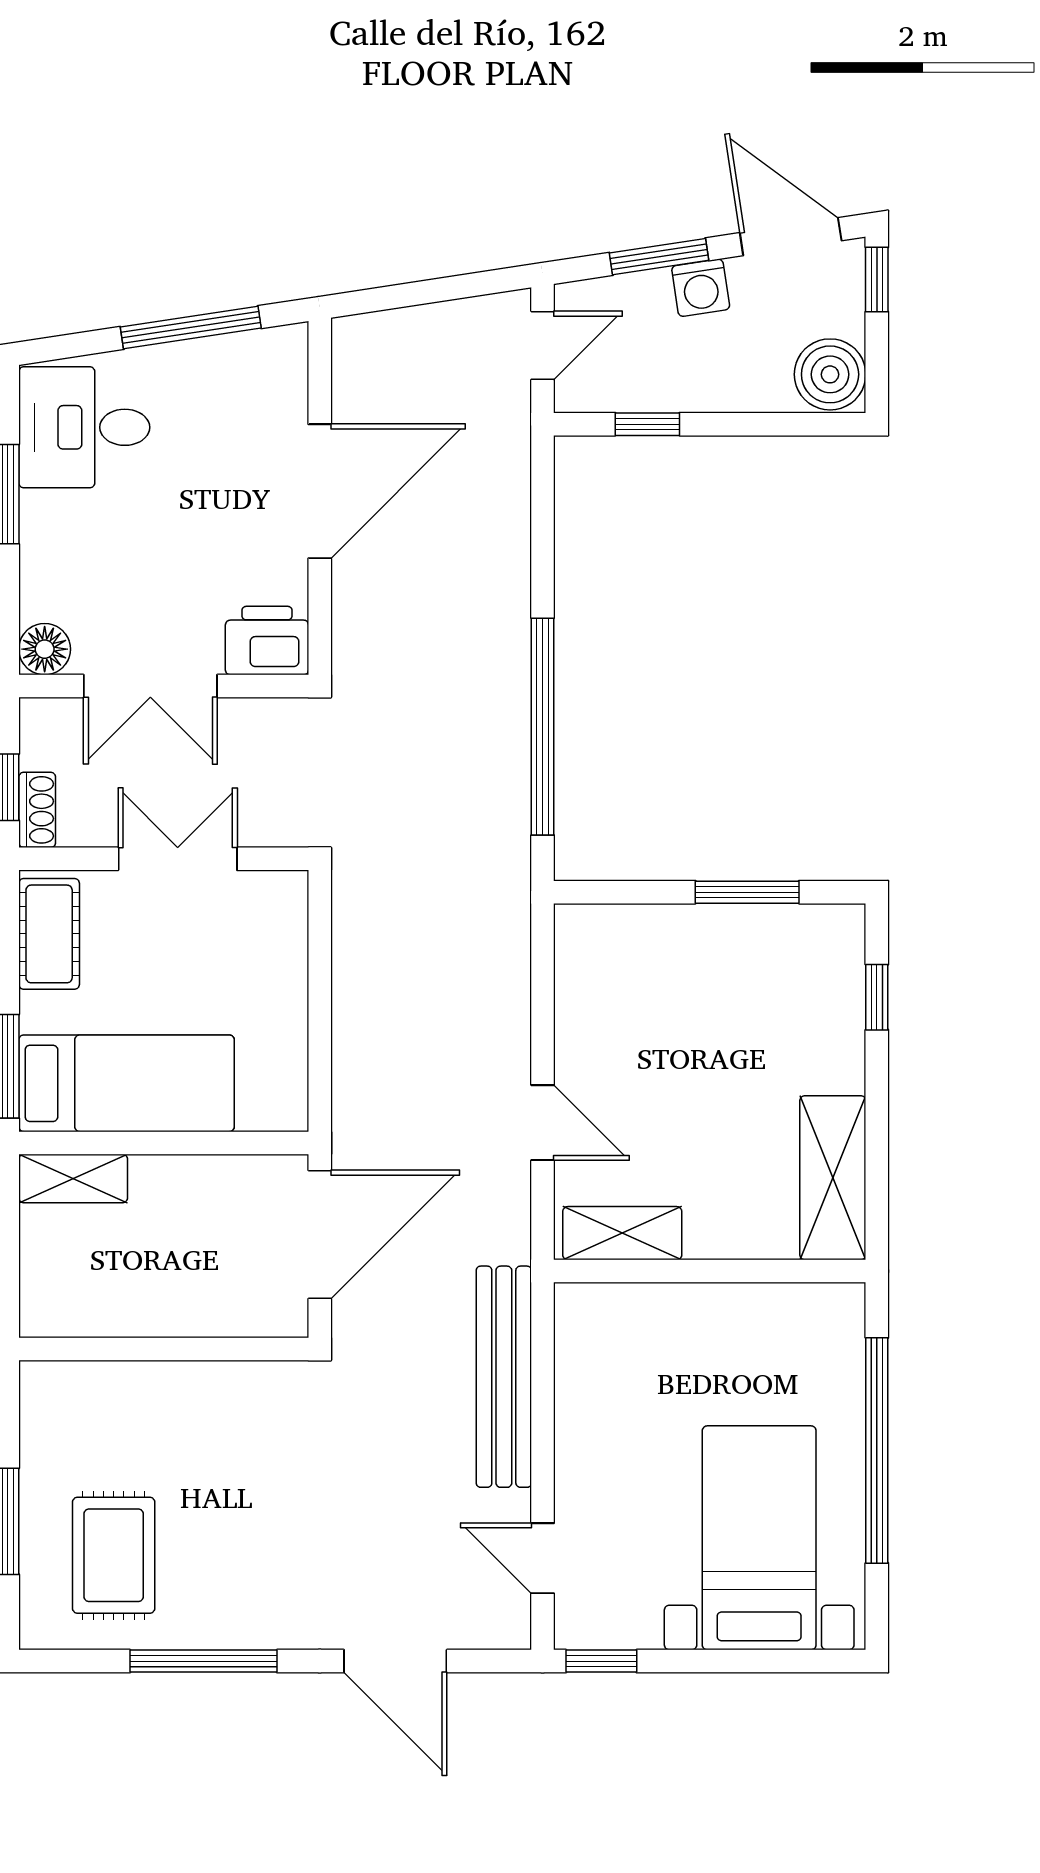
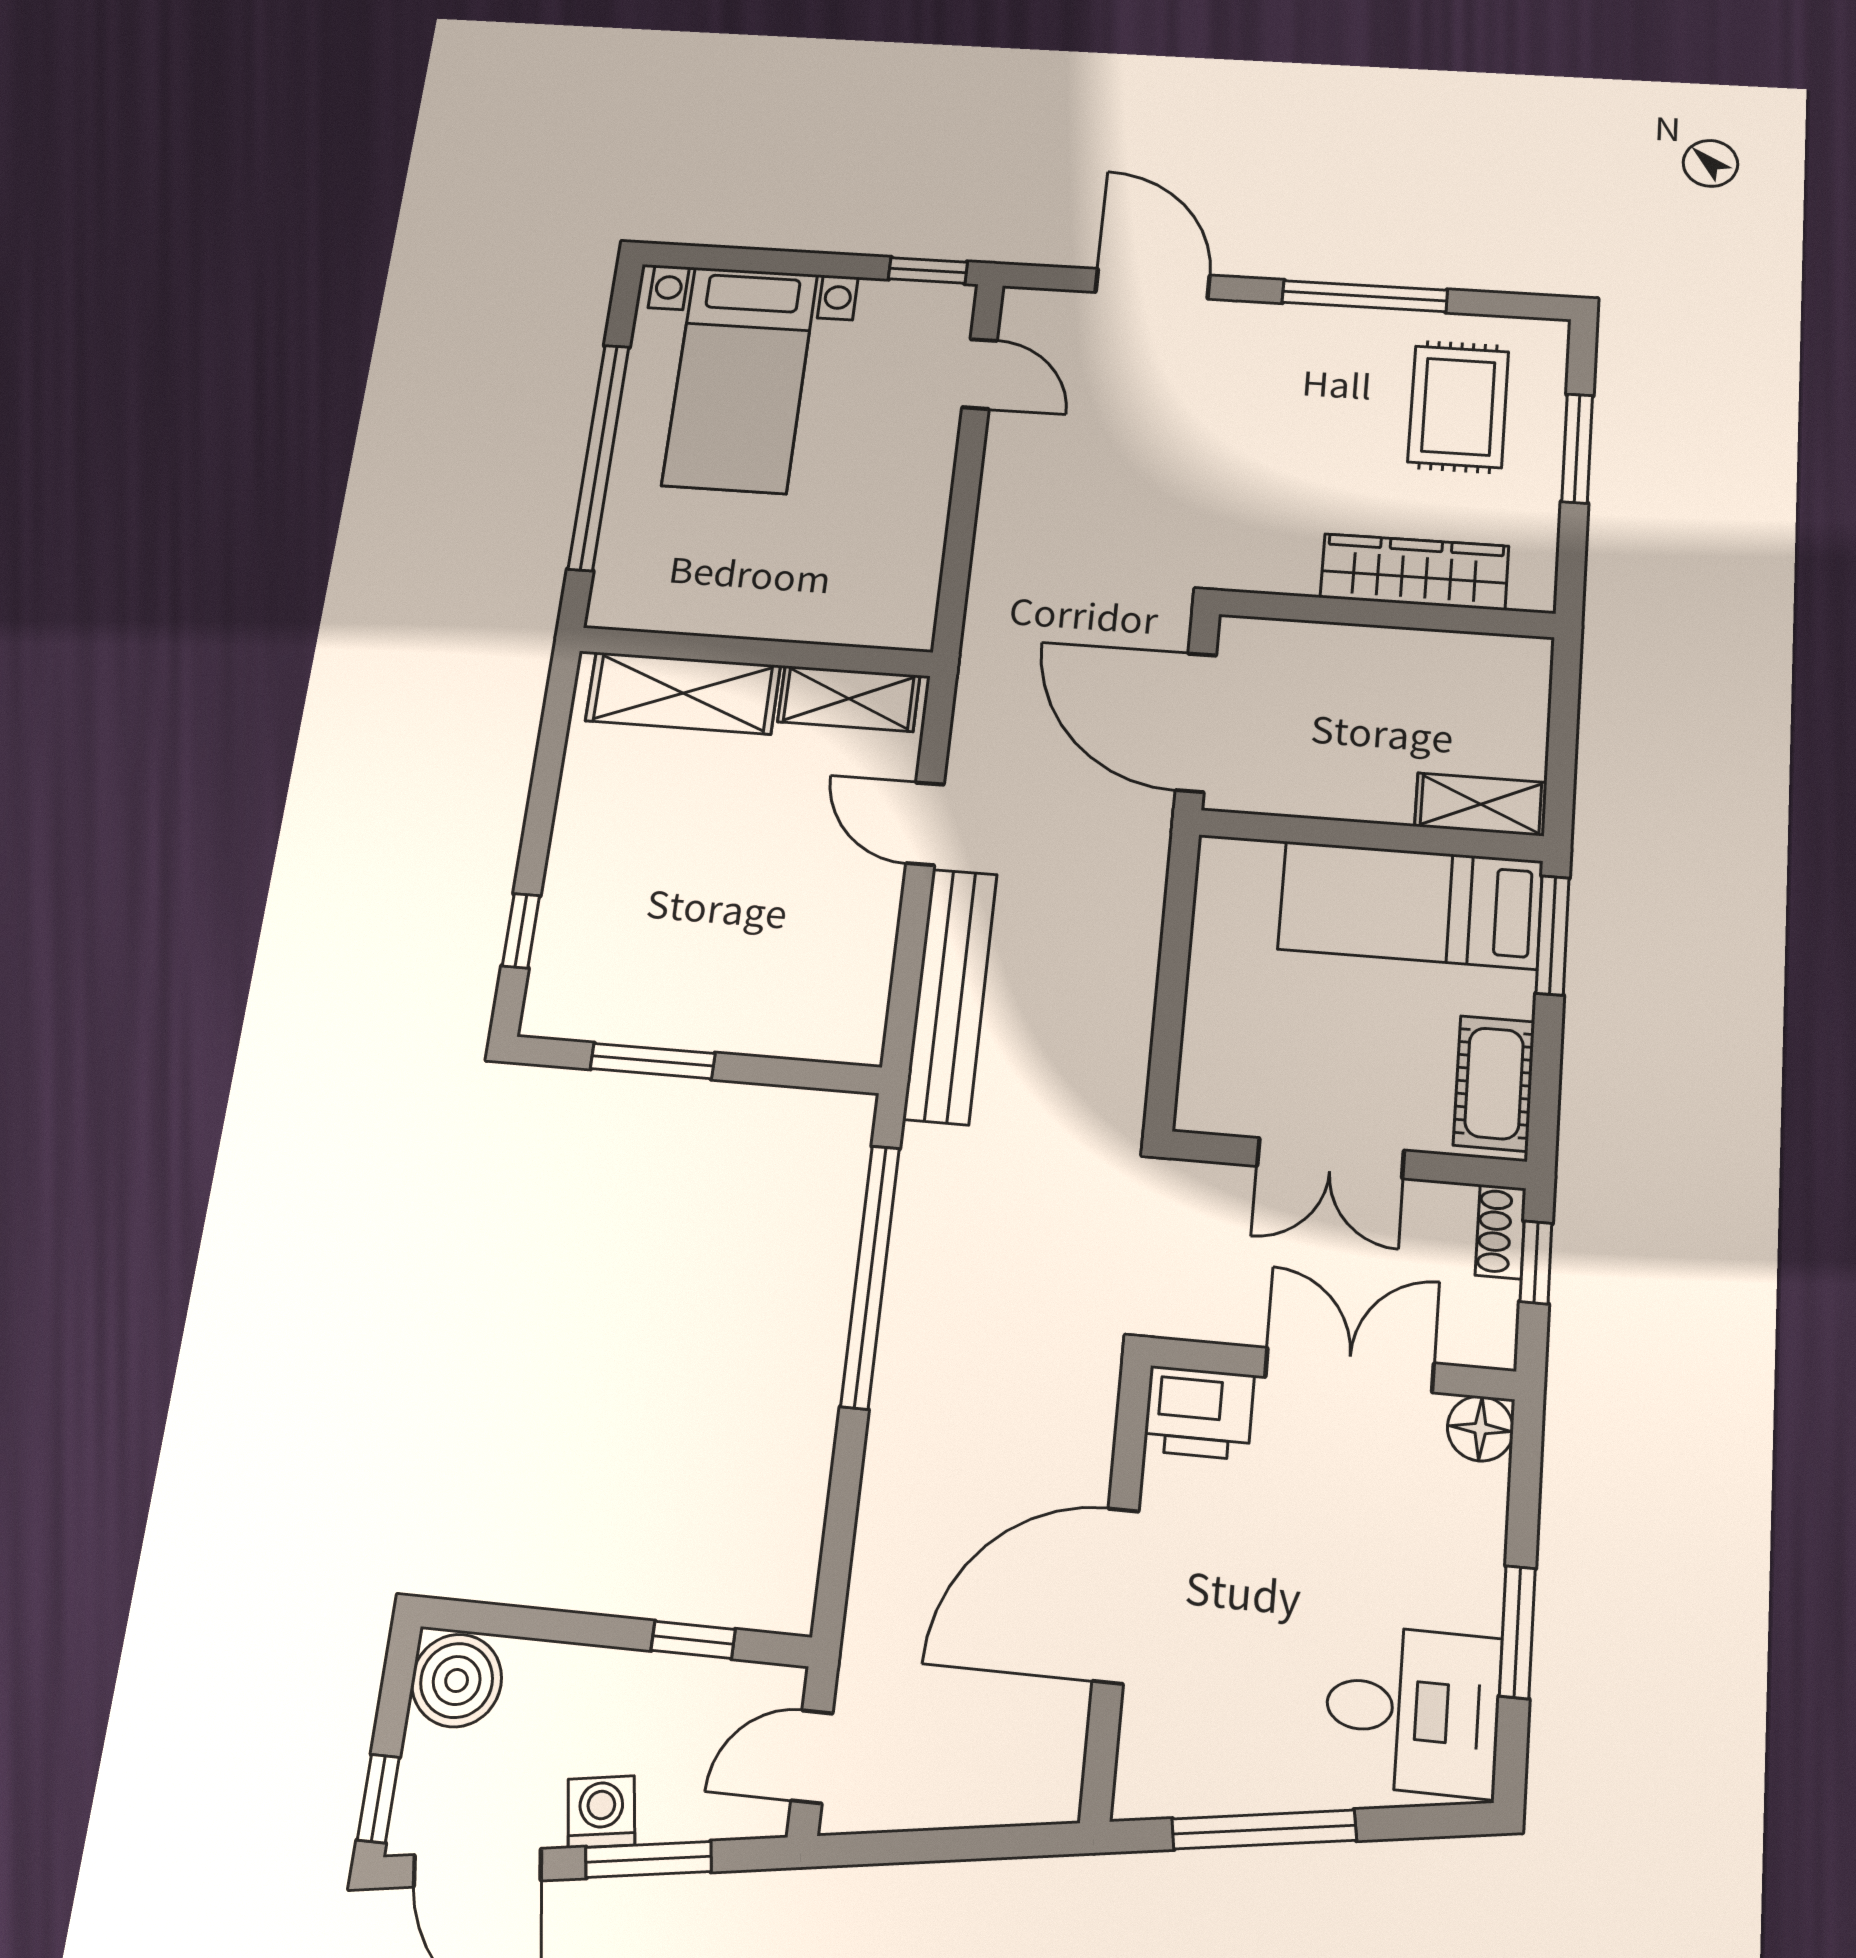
shelving: (833, 1178) -> (683, 693), moved, turned 90
door: (320, 1235) -> (1196, 722), hinge flipped
bench: (504, 1377) -> (950, 996), moved
wardrobe: (142, 1391) -> (1414, 572), added

